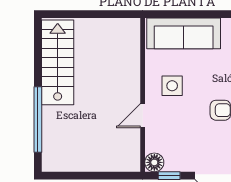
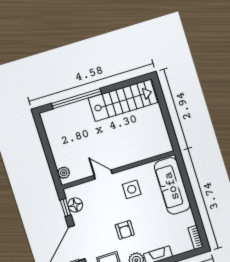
floor lamp: (154, 162) -> (75, 205), moved
plant: (125, 164) -> (64, 173), added

